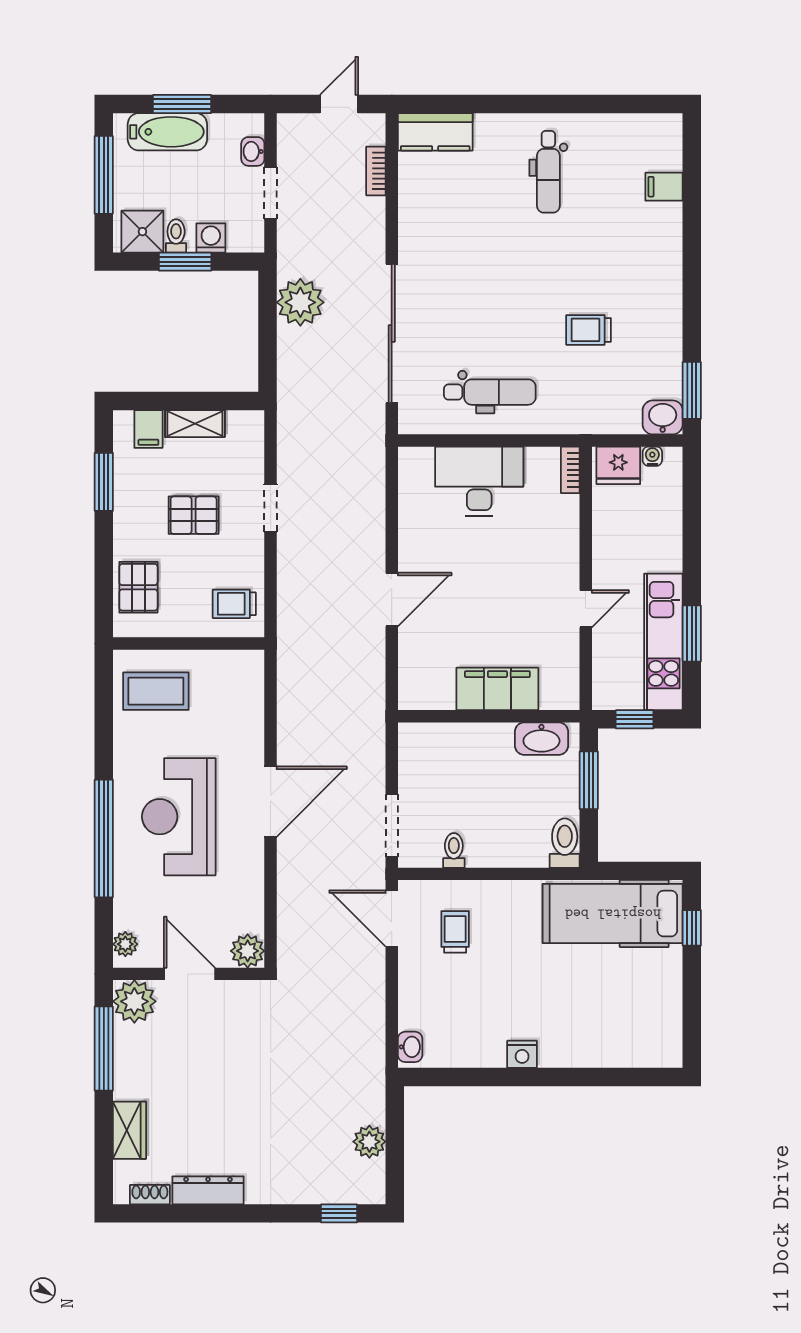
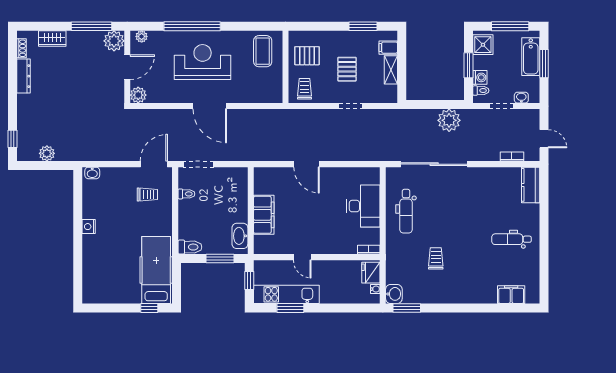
filing cabinet: (664, 187) -> (511, 295), width x2.00
toilet: (176, 236) -> (481, 91), moved
pallet: (138, 587) -> (307, 56), moved

